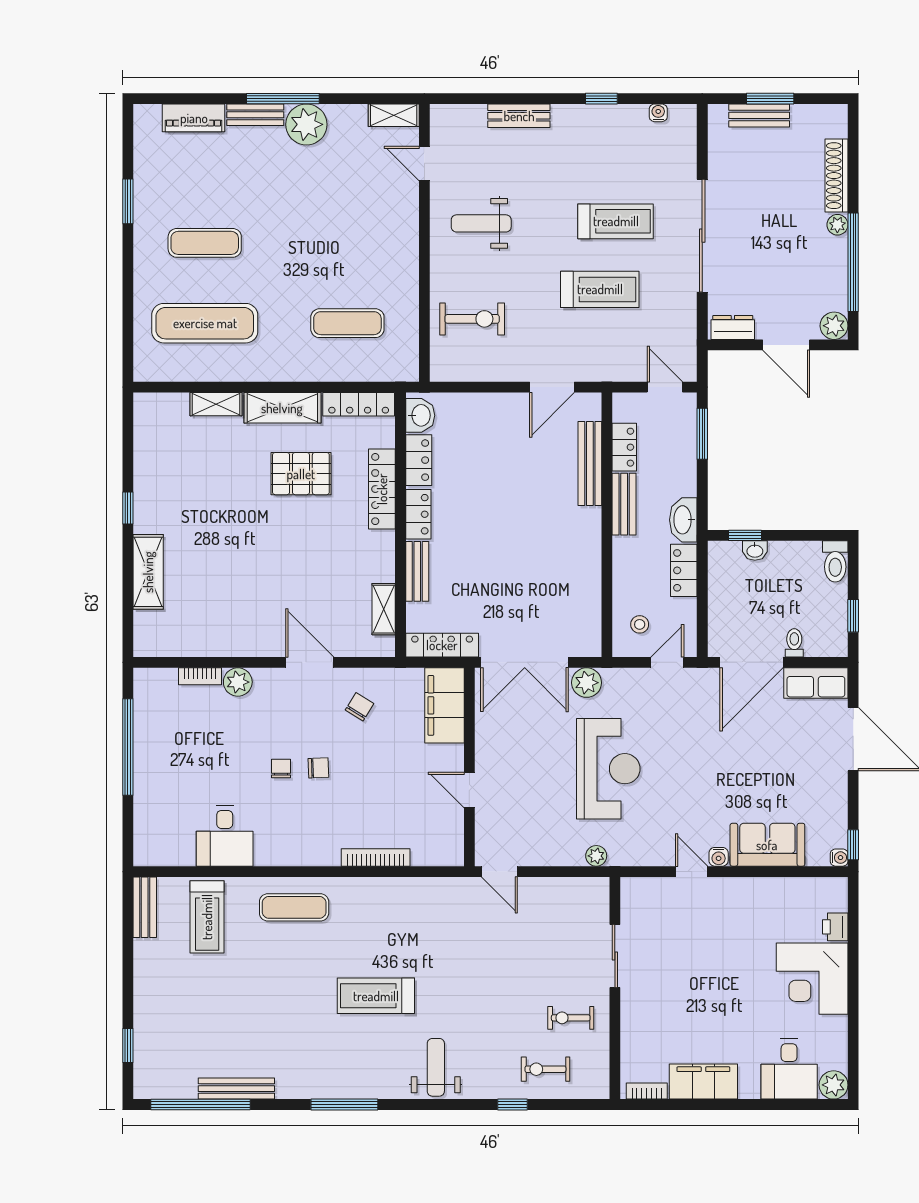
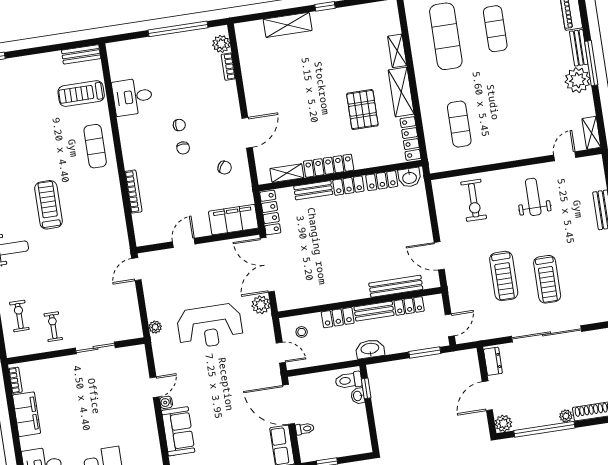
locker: (382, 489) -> (329, 166), moved
toilet: (835, 561) -> (349, 380), moved
locker: (684, 570) -> (338, 318), moved, turned 180
plant: (238, 682) -> (221, 44), moved

